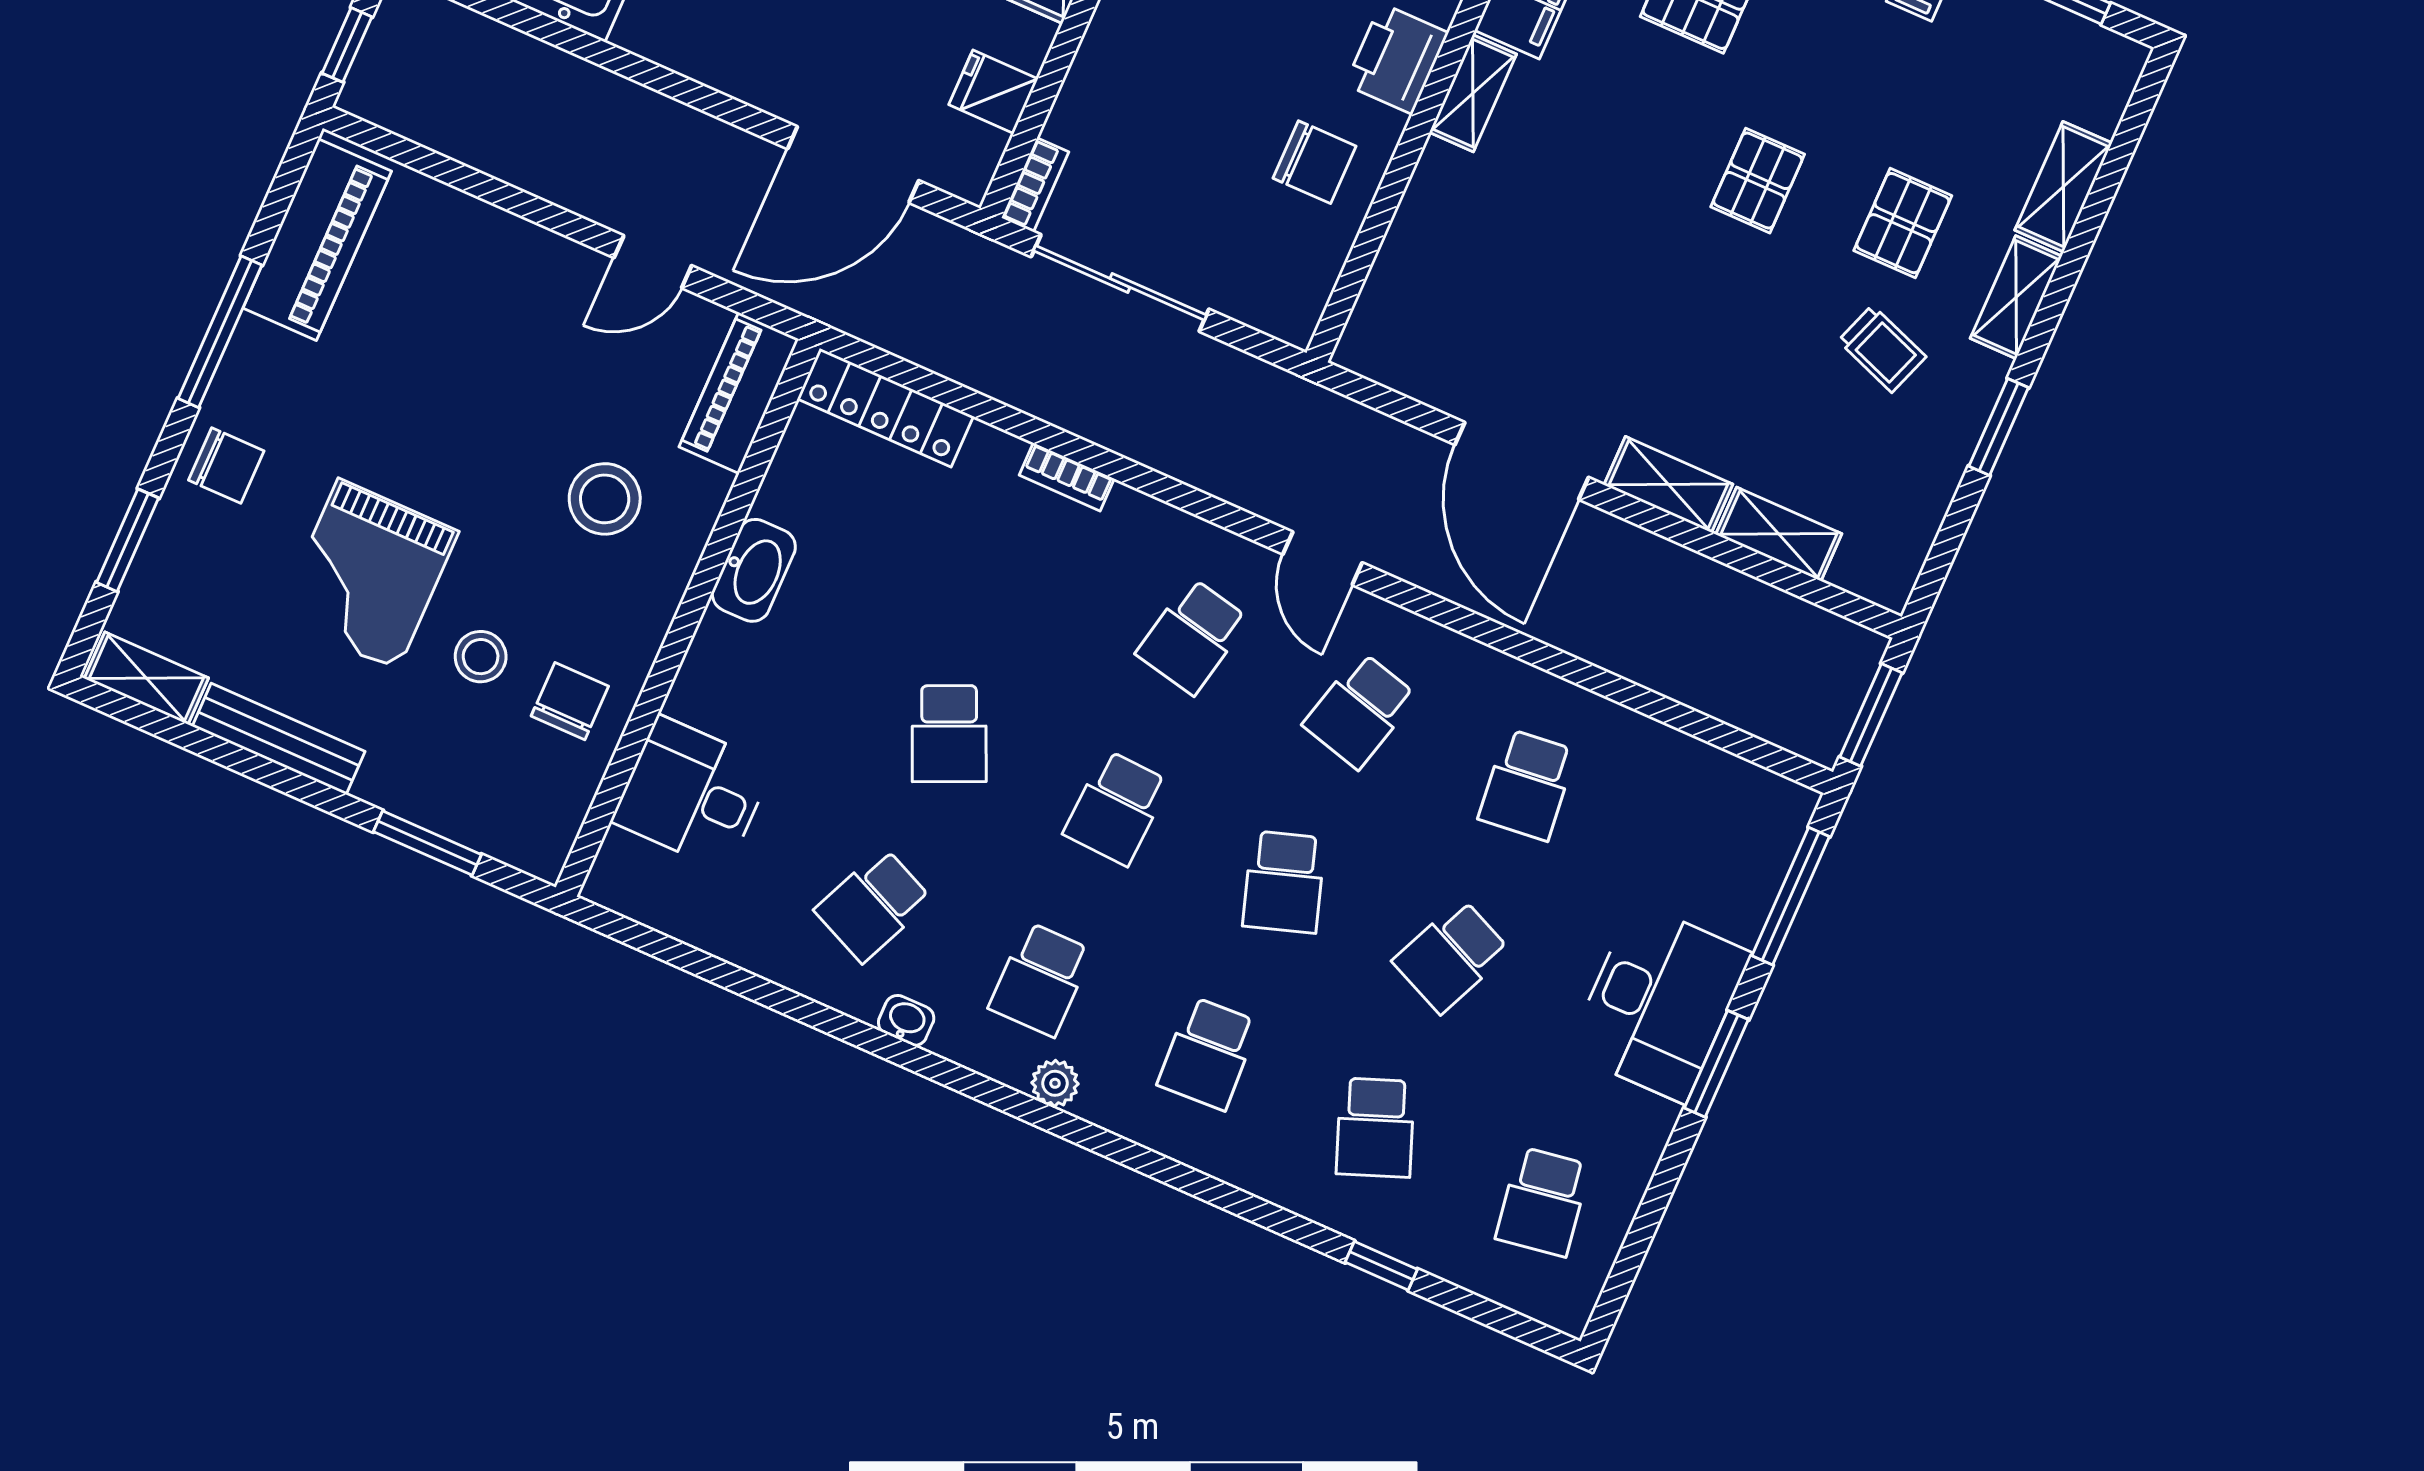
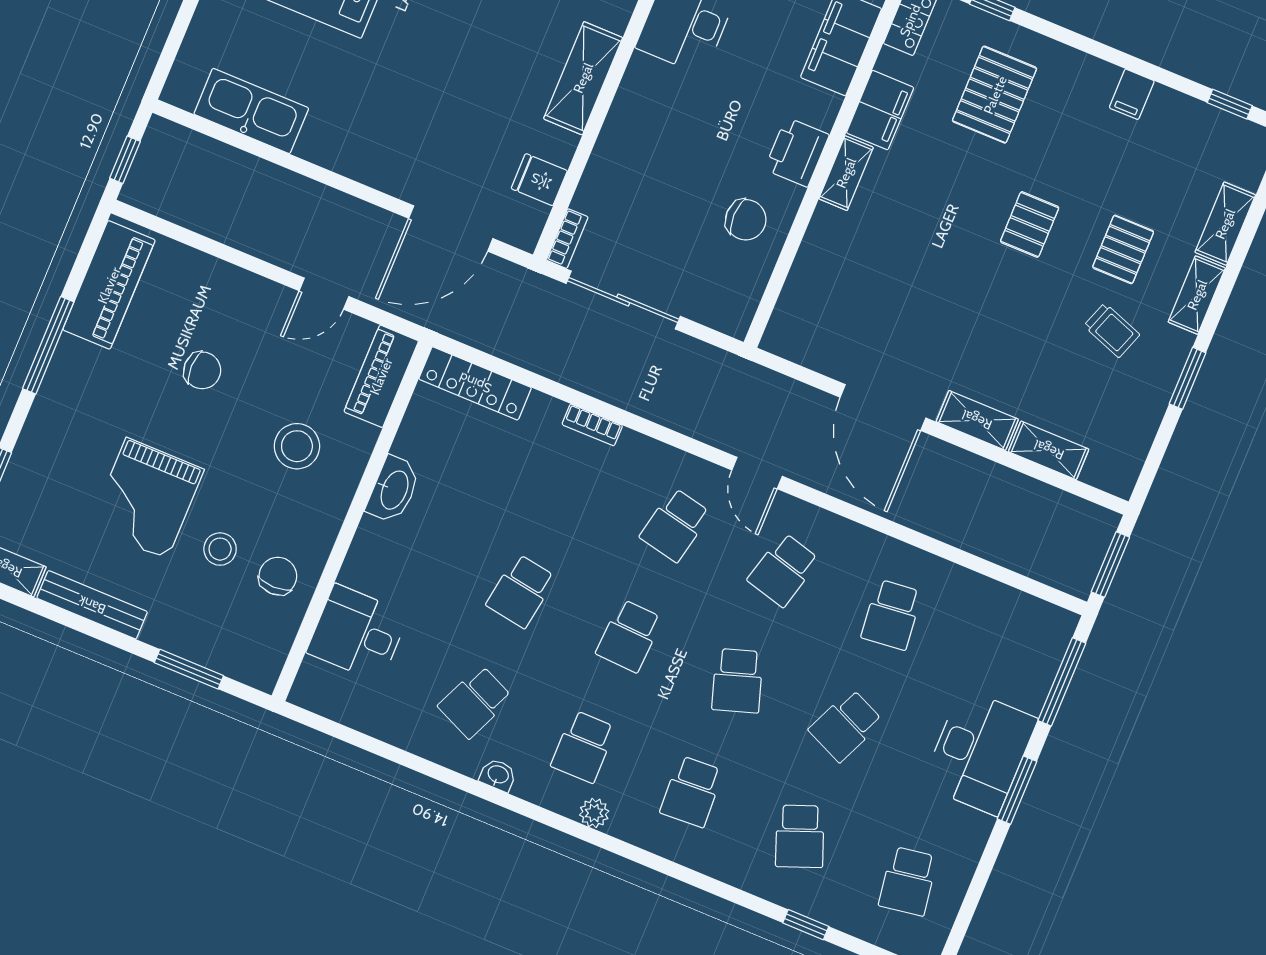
chair: (226, 466) -> (202, 370), moved
school desk: (949, 734) -> (521, 591), turned 33

